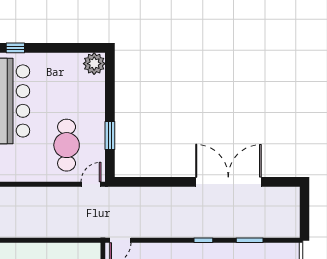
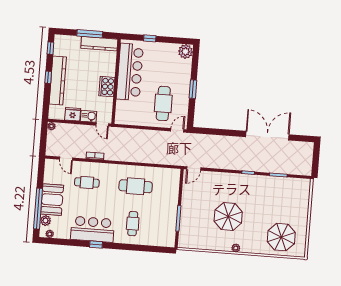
window: (15, 48) -> (150, 38), moved
window: (110, 135) -> (193, 89), moved

